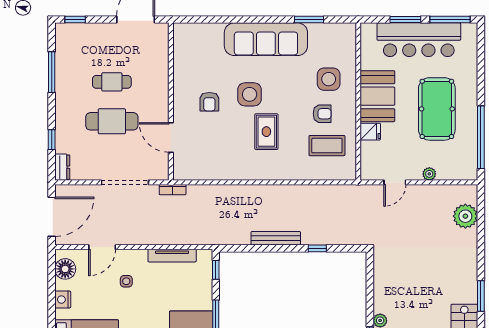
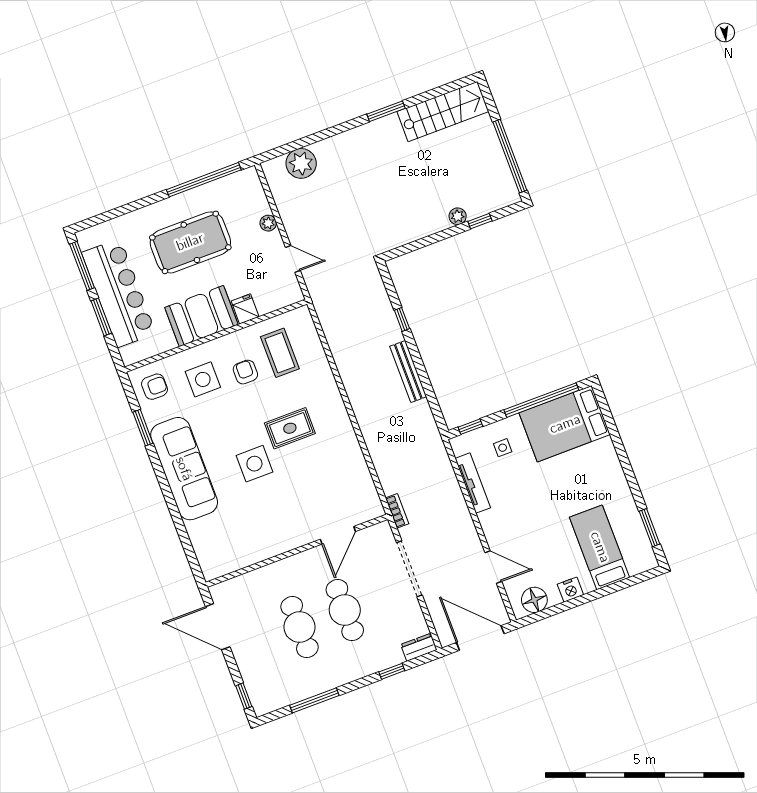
cafe table: (112, 82) -> (300, 627), width x1.37, depth x1.35
armchair: (209, 102) -> (155, 387), moved
side table: (126, 281) -> (503, 448), moved

